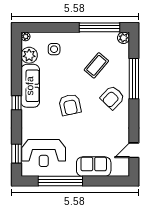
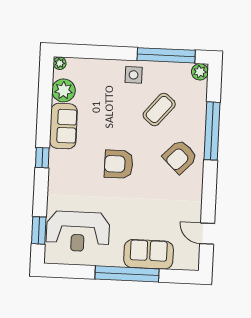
side table: (54, 49) -> (134, 75), moved
sofa: (30, 86) -> (63, 126), width x0.73
armchair: (70, 105) -> (119, 164), turned 102
door: (134, 150) -> (207, 234), hinge flipped
window: (60, 181) -> (127, 274), moved

